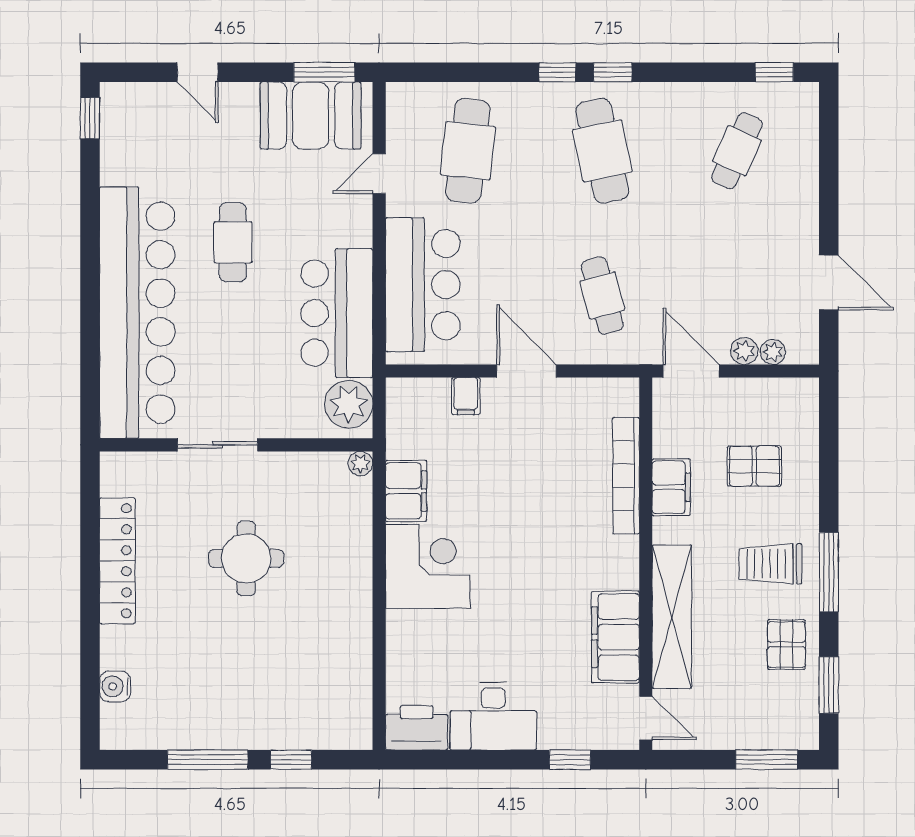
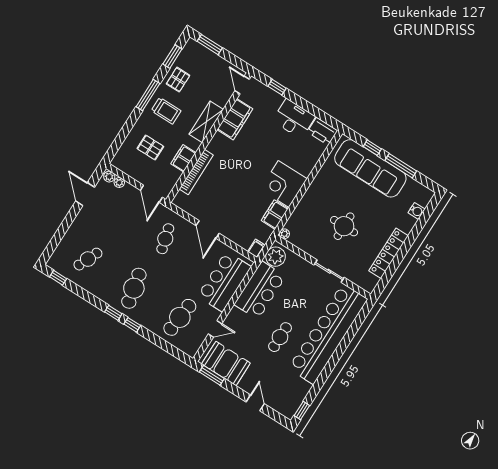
plant: (744, 351) -> (109, 177), moved
filing cabinet: (466, 396) -> (256, 248), moved
shelving: (672, 617) -> (206, 122), width x0.68
sofa: (268, 714) -> (370, 168), added

